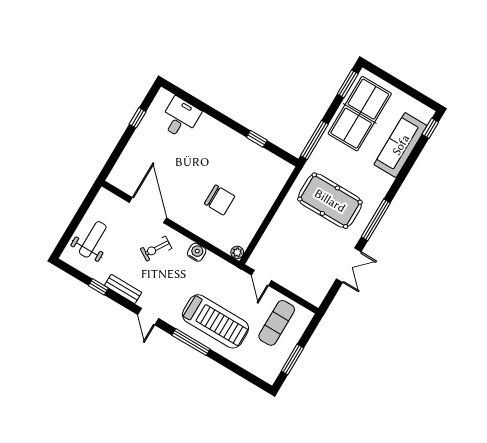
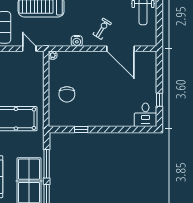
desk: (180, 118) -> (146, 115), moved
window: (314, 140) -> (47, 164), moved
chair: (220, 200) -> (67, 94), moved, turned -90

